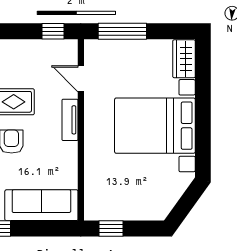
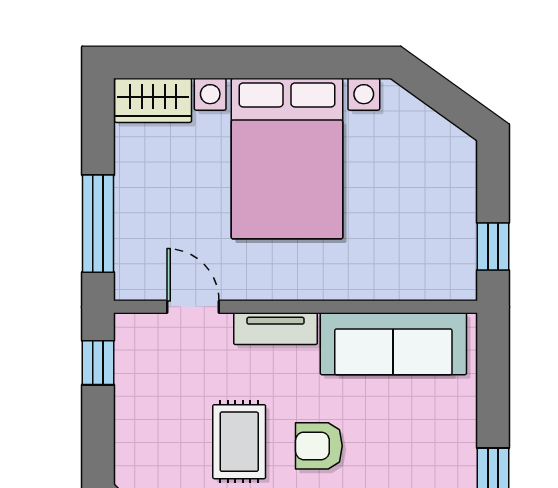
door: (81, 79) -> (193, 307), swing flipped
sofa: (41, 205) -> (393, 344), moved, turned -90

